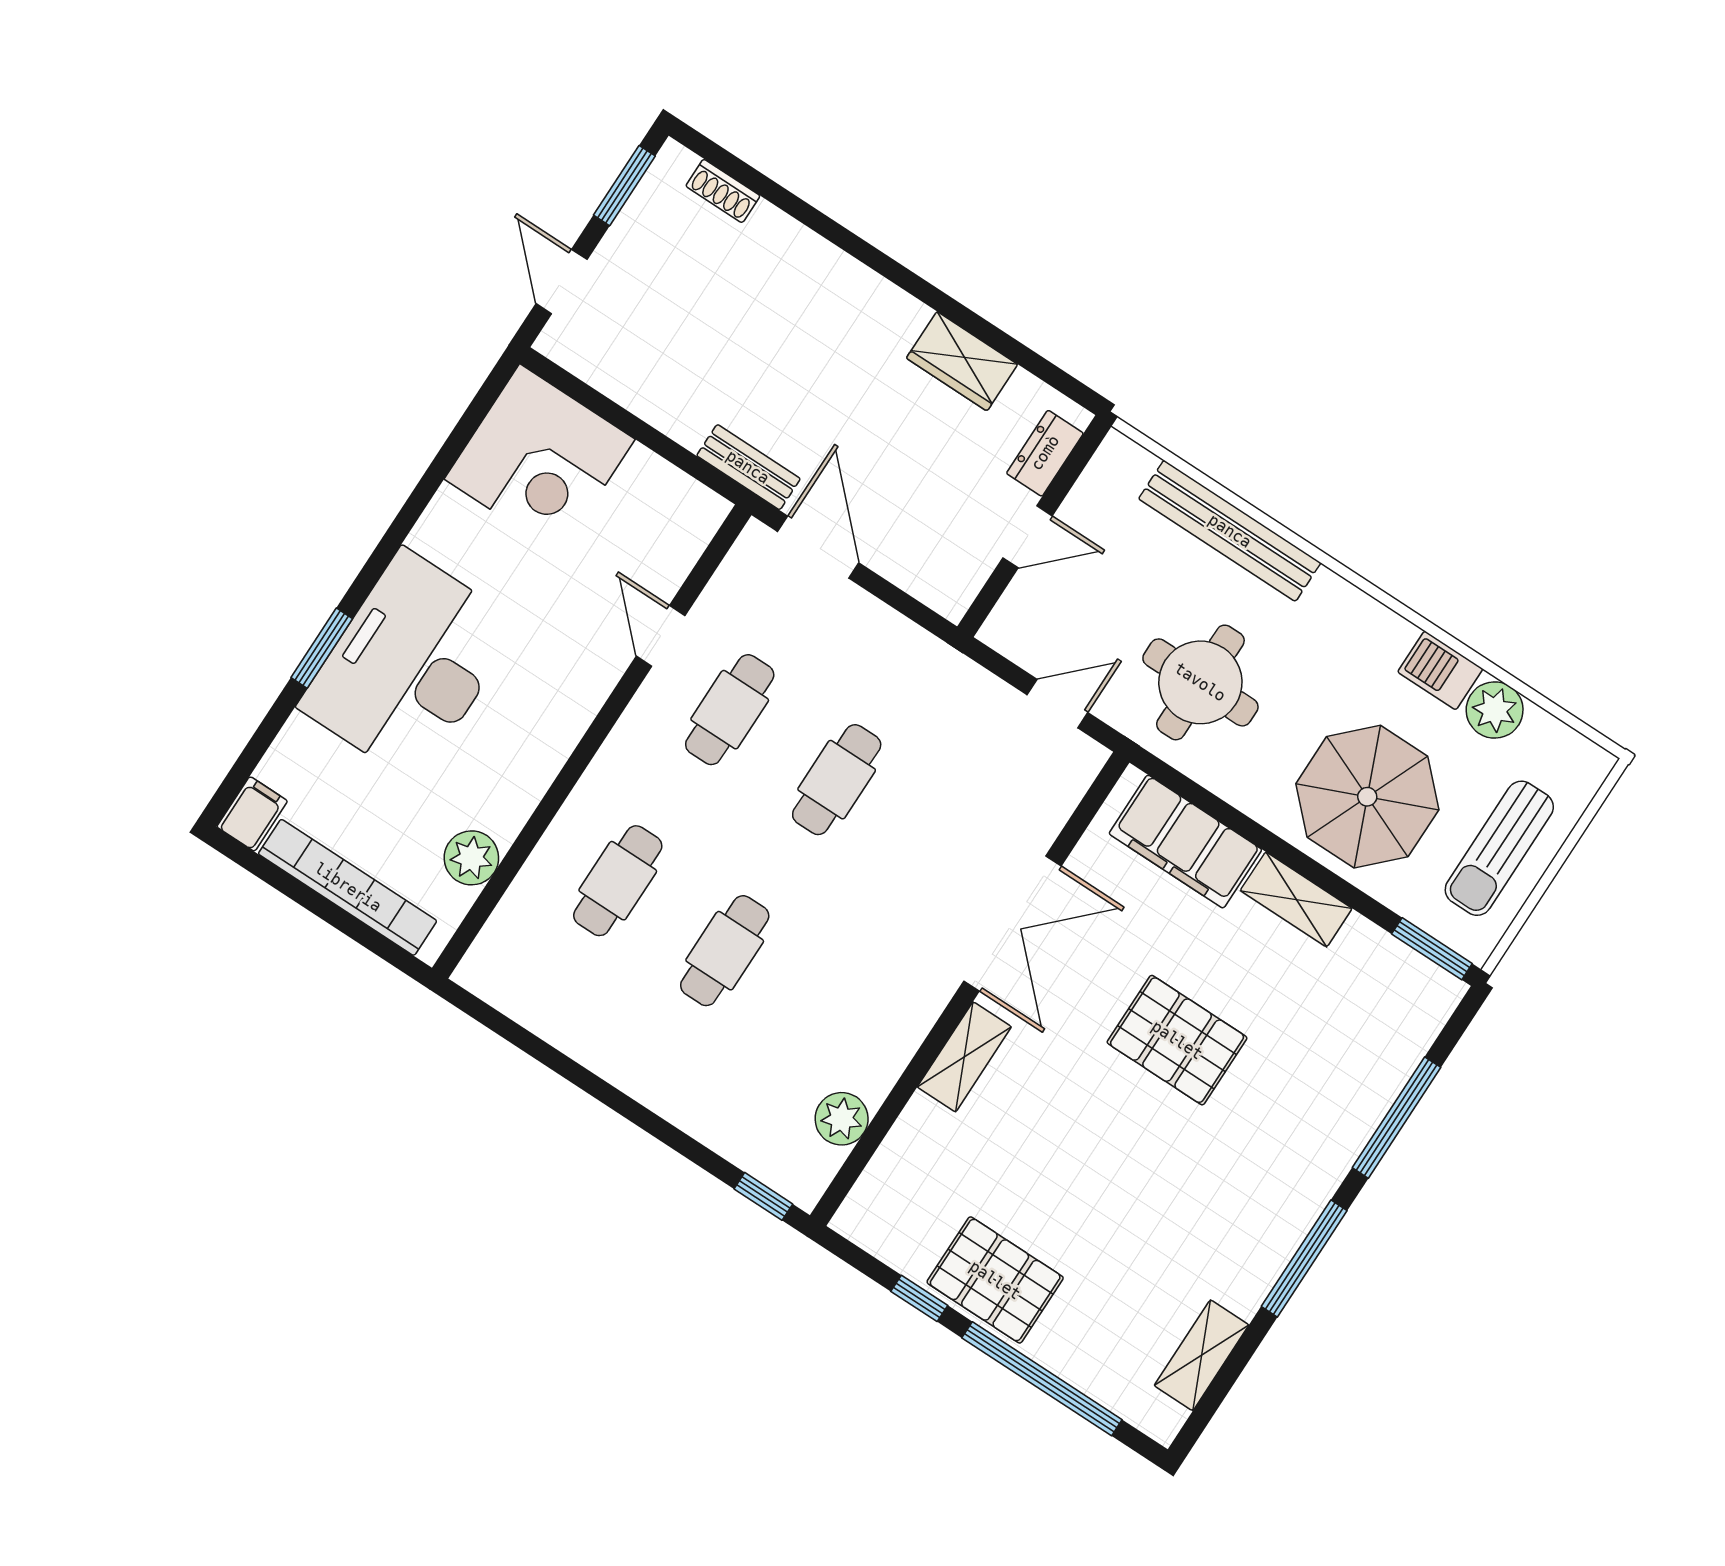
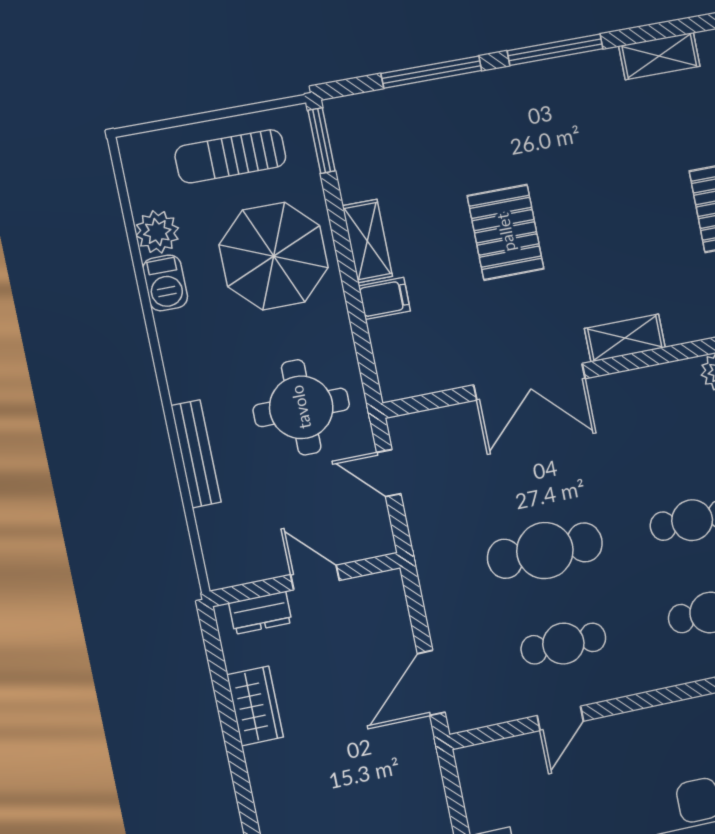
bench: (748, 467) -> (425, 762), removed
bench: (1230, 531) -> (196, 454), width x0.73, depth x0.82
cafe table: (837, 780) -> (545, 551), width x1.37, depth x1.35
filing cabinet: (1185, 842) -> (384, 298), width x0.33, depth x0.86
sun lounger: (1499, 848) -> (231, 156), turned 180
double door: (1013, 923) -> (530, 382), swing flipped

